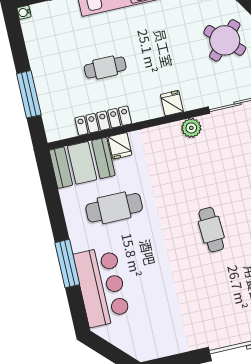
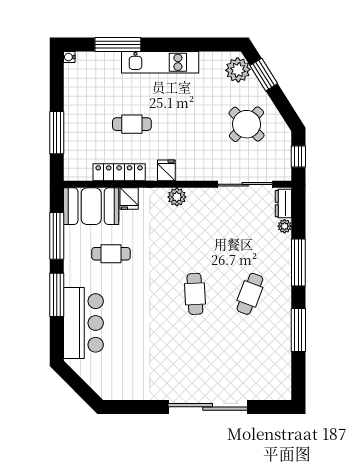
fridge: (172, 103) -> (166, 170), moved
plant: (191, 128) -> (177, 197), moved
window: (53, 202) -> (57, 236), added
cafe table: (114, 208) -> (111, 254), width x0.73, depth x0.74

